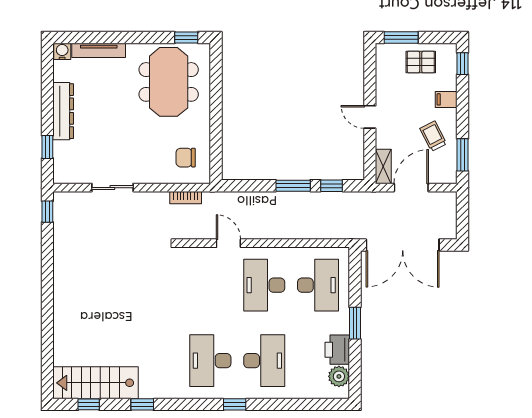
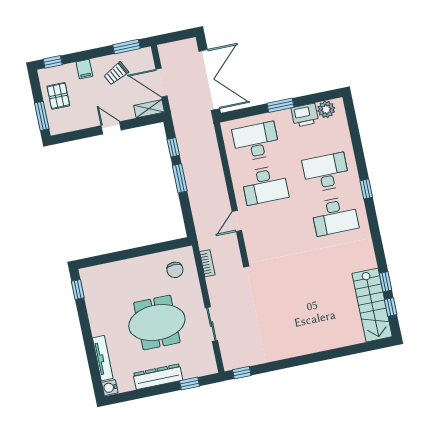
meeting table: (169, 82) -> (157, 323), moved
door: (370, 117) -> (111, 128), swing flipped
window: (142, 404) -> (385, 282), moved

